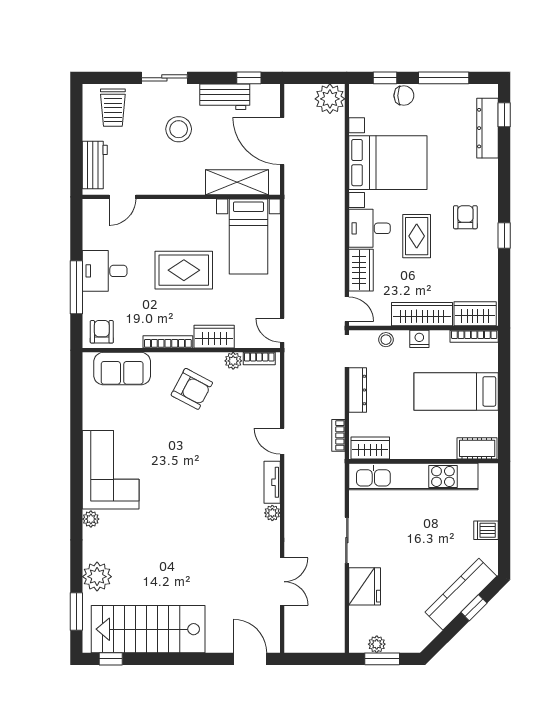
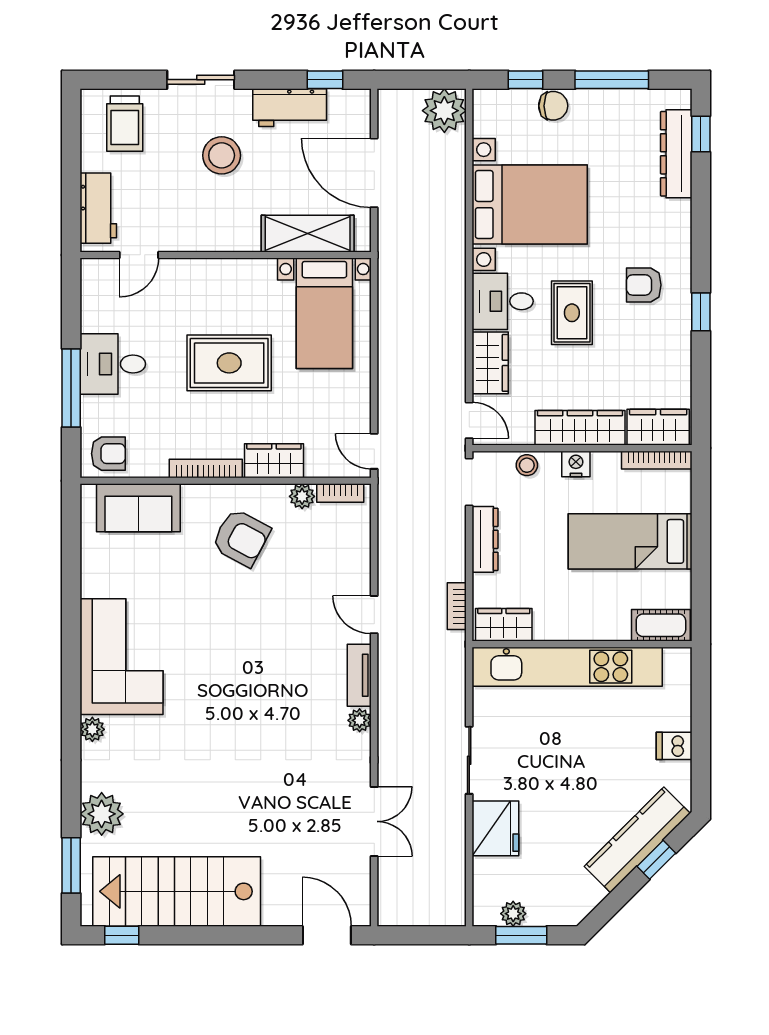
armchair: (465, 217) -> (644, 285), turned -90
armchair: (102, 332) -> (108, 454), turned 90

